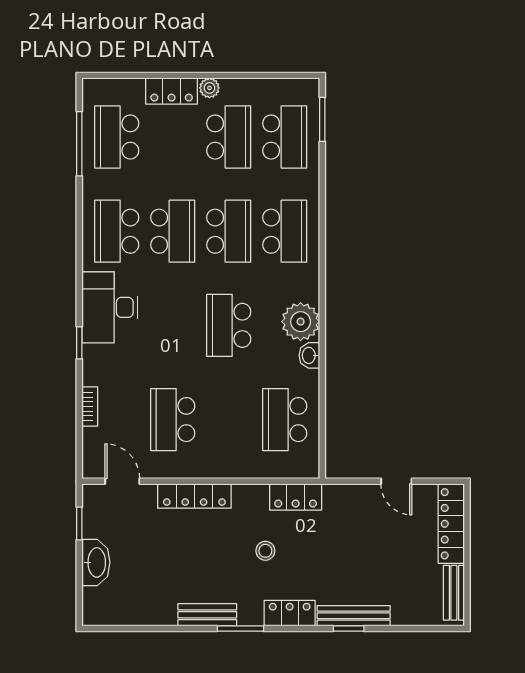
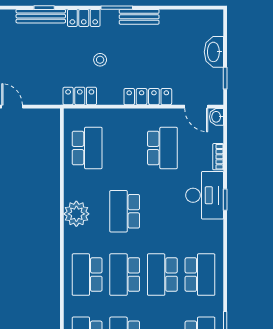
desk: (110, 307) -> (205, 195), moved
school desk: (229, 325) -> (125, 211), turned 180
washbasin: (309, 355) -> (217, 117), moved, turned 180

